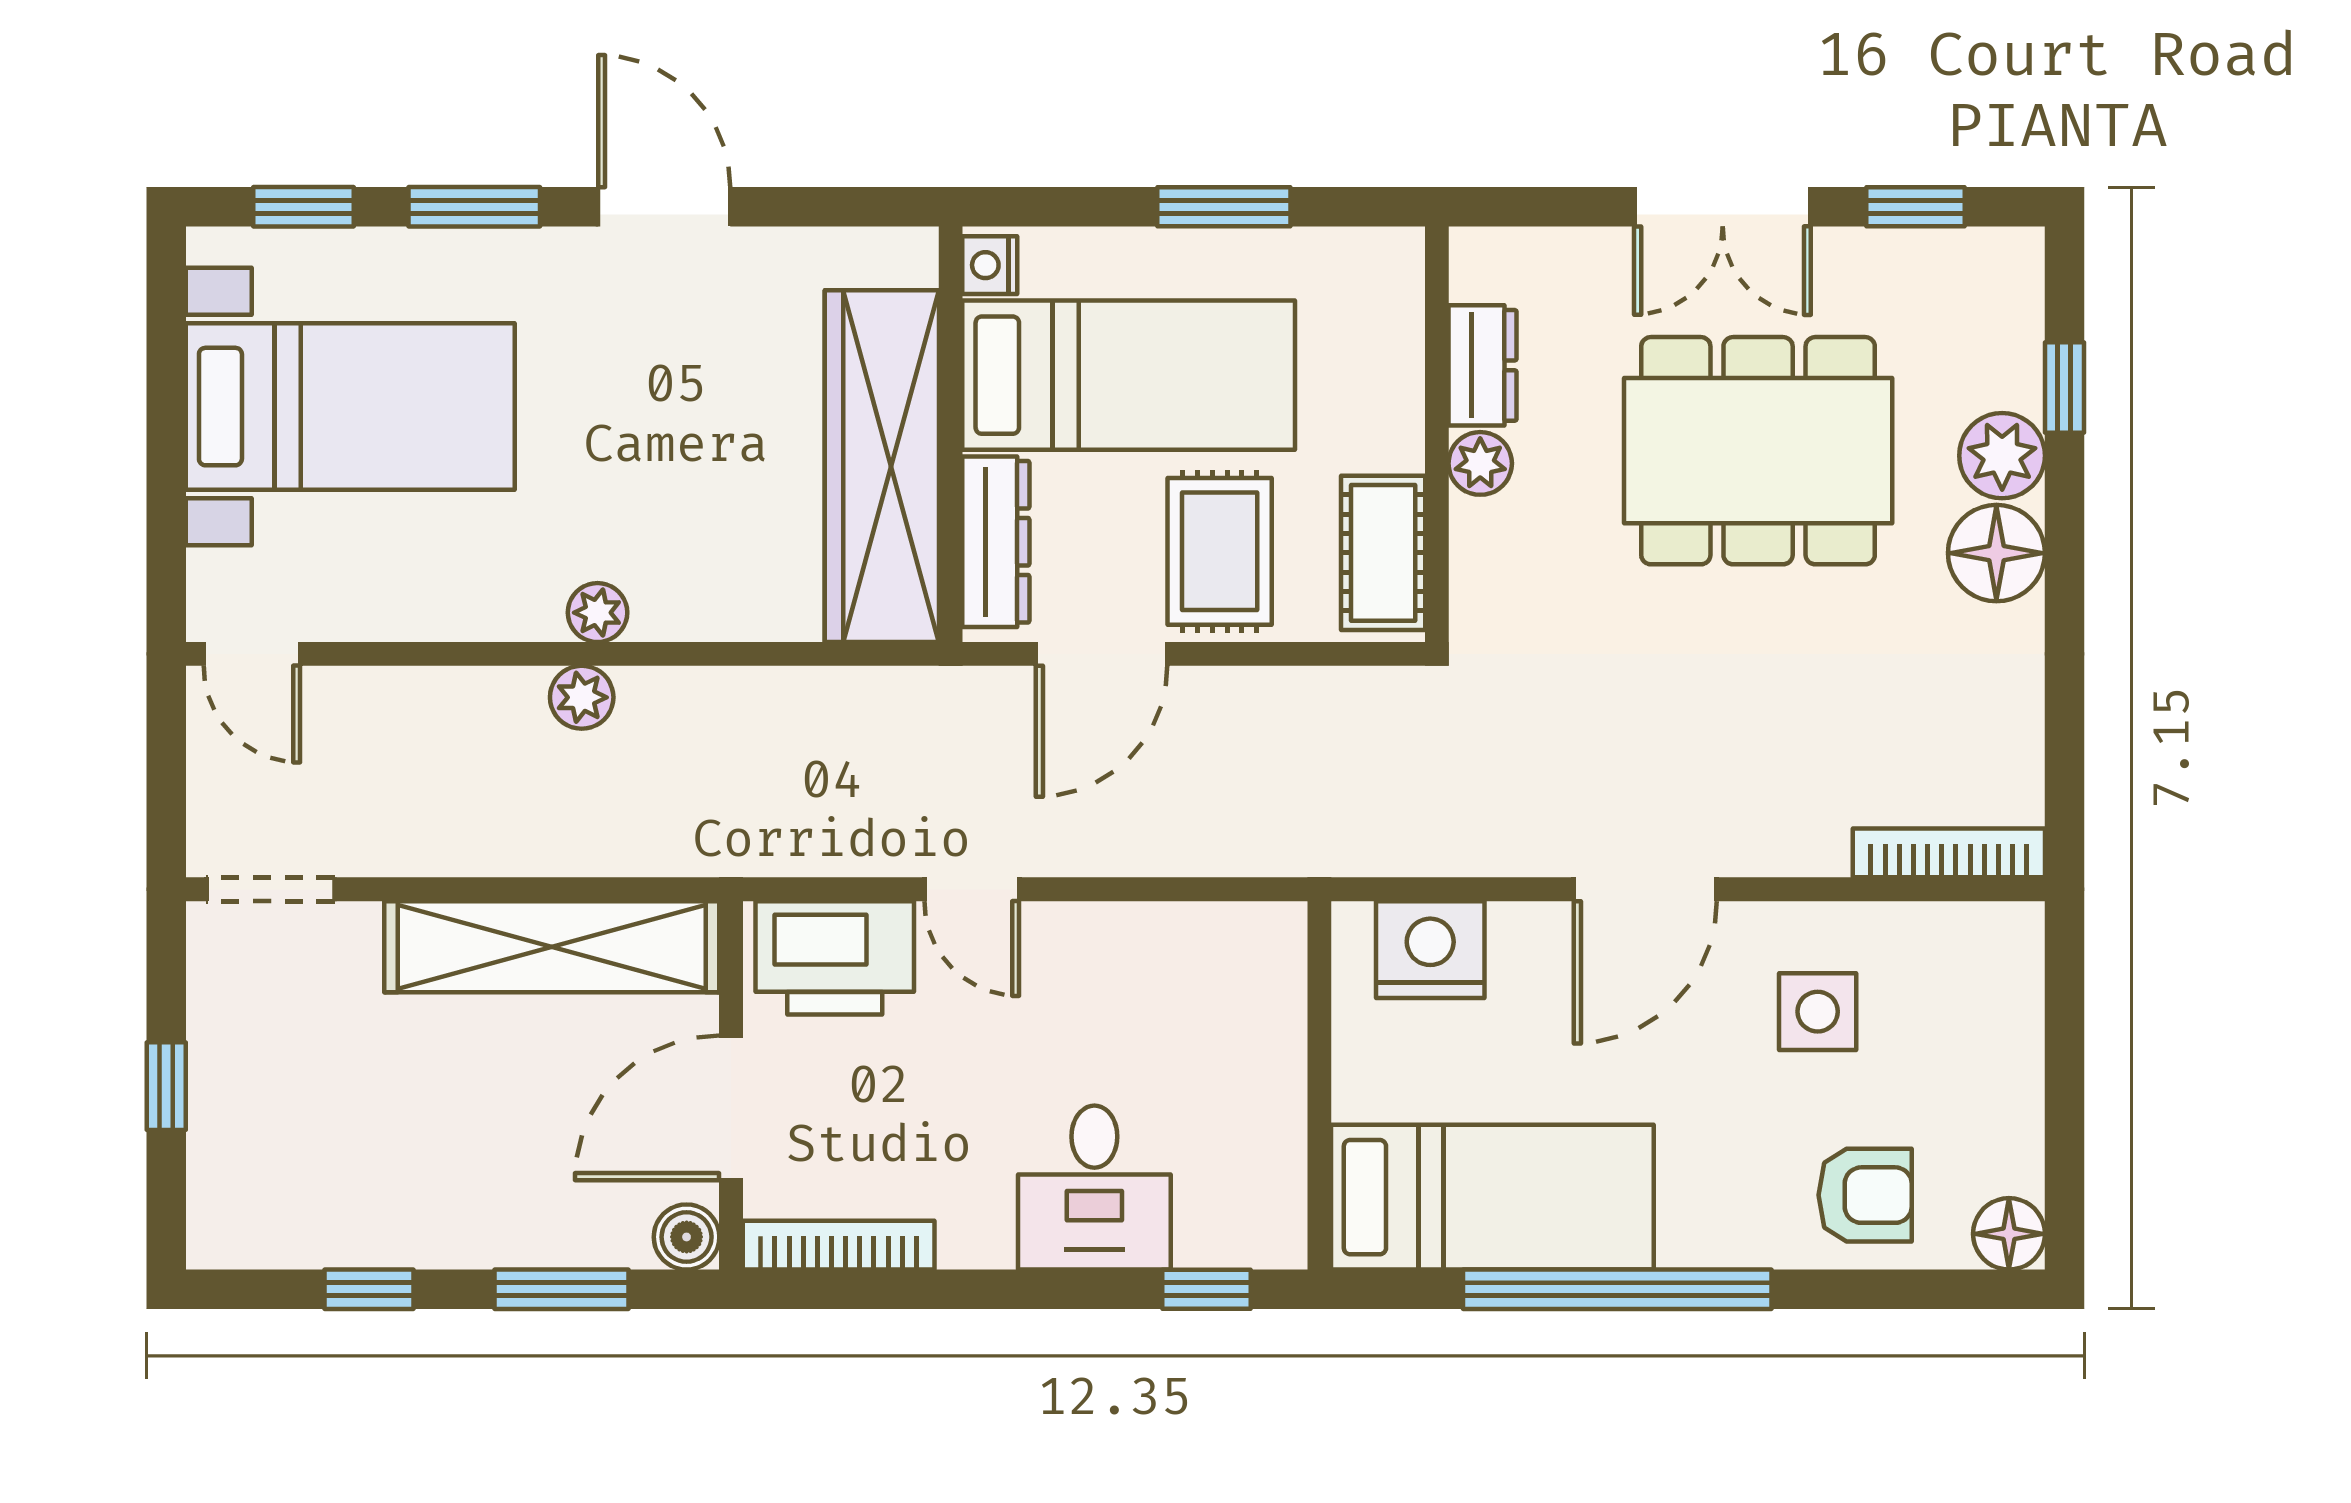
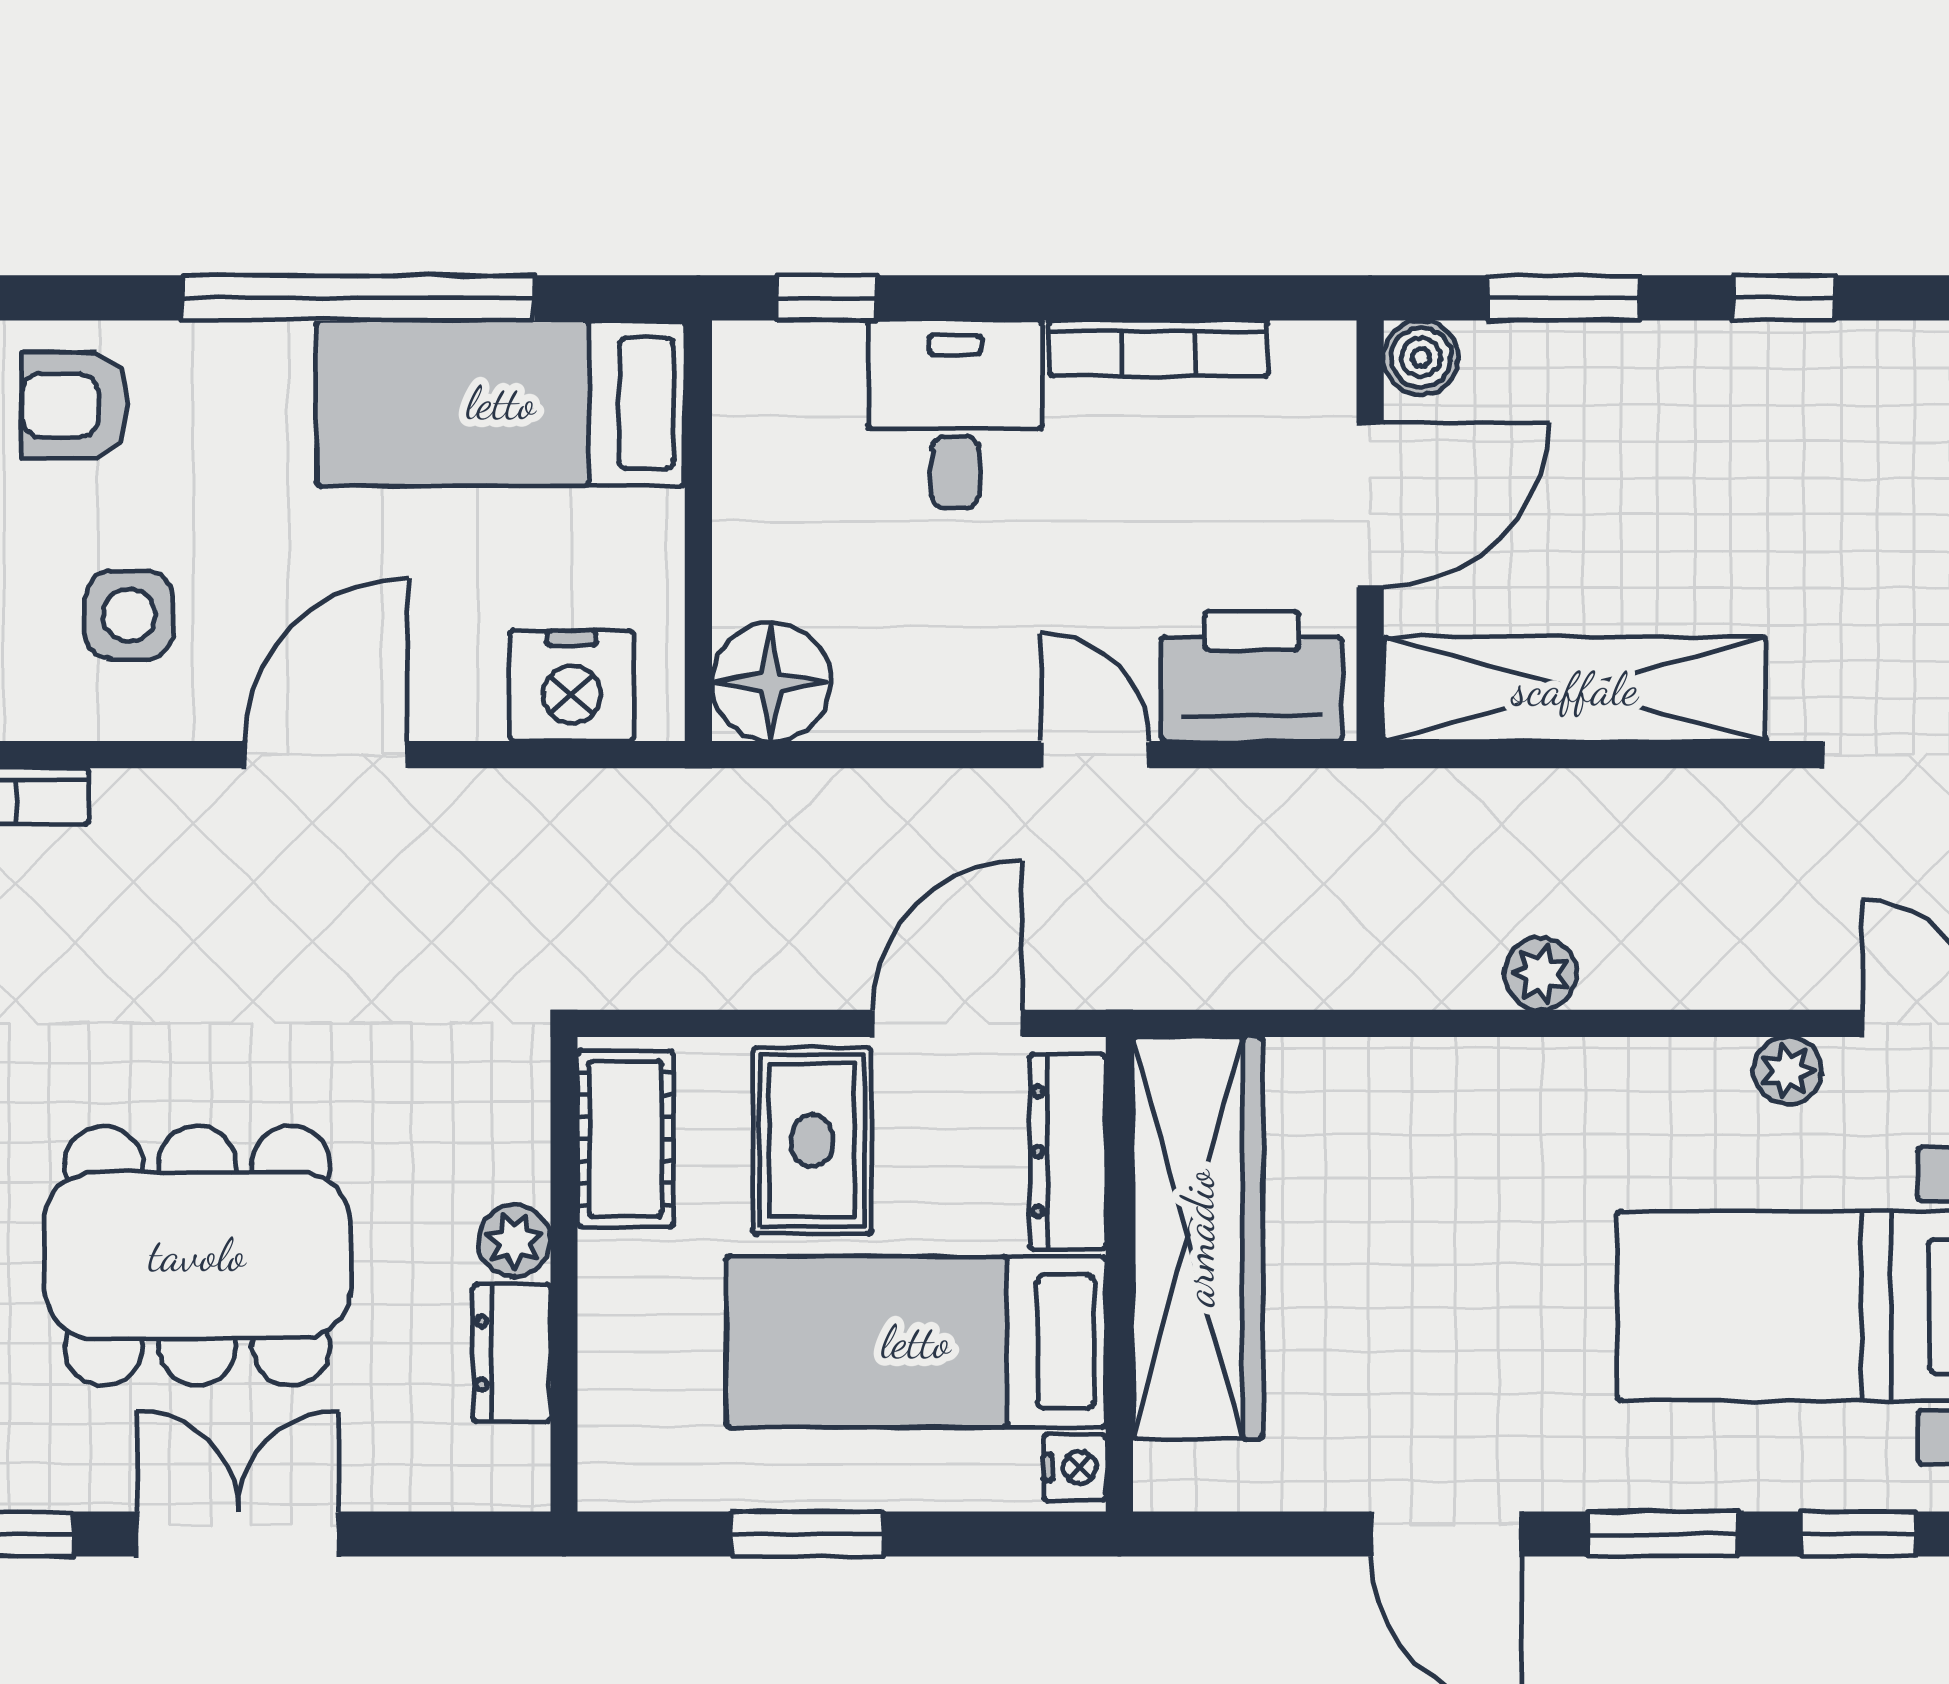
plant: (598, 613) -> (1788, 1071), moved
floor lamp: (1256, 953) -> (771, 682), added
bookcase: (839, 1245) -> (1159, 348), moved

